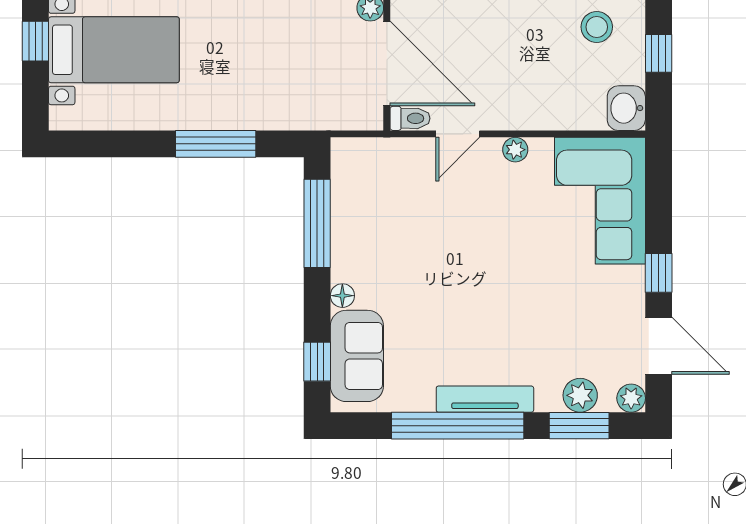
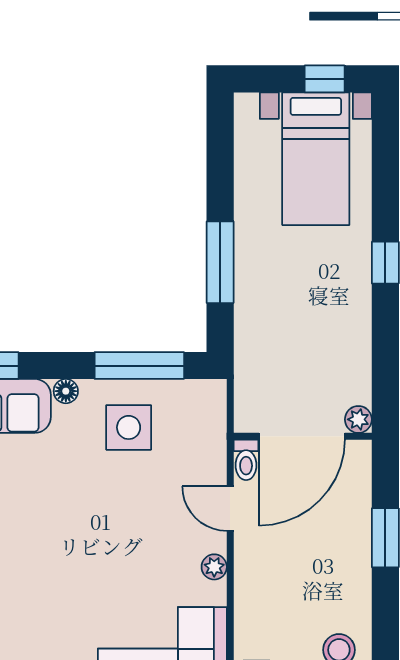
side table: (378, 234) -> (129, 427), added

